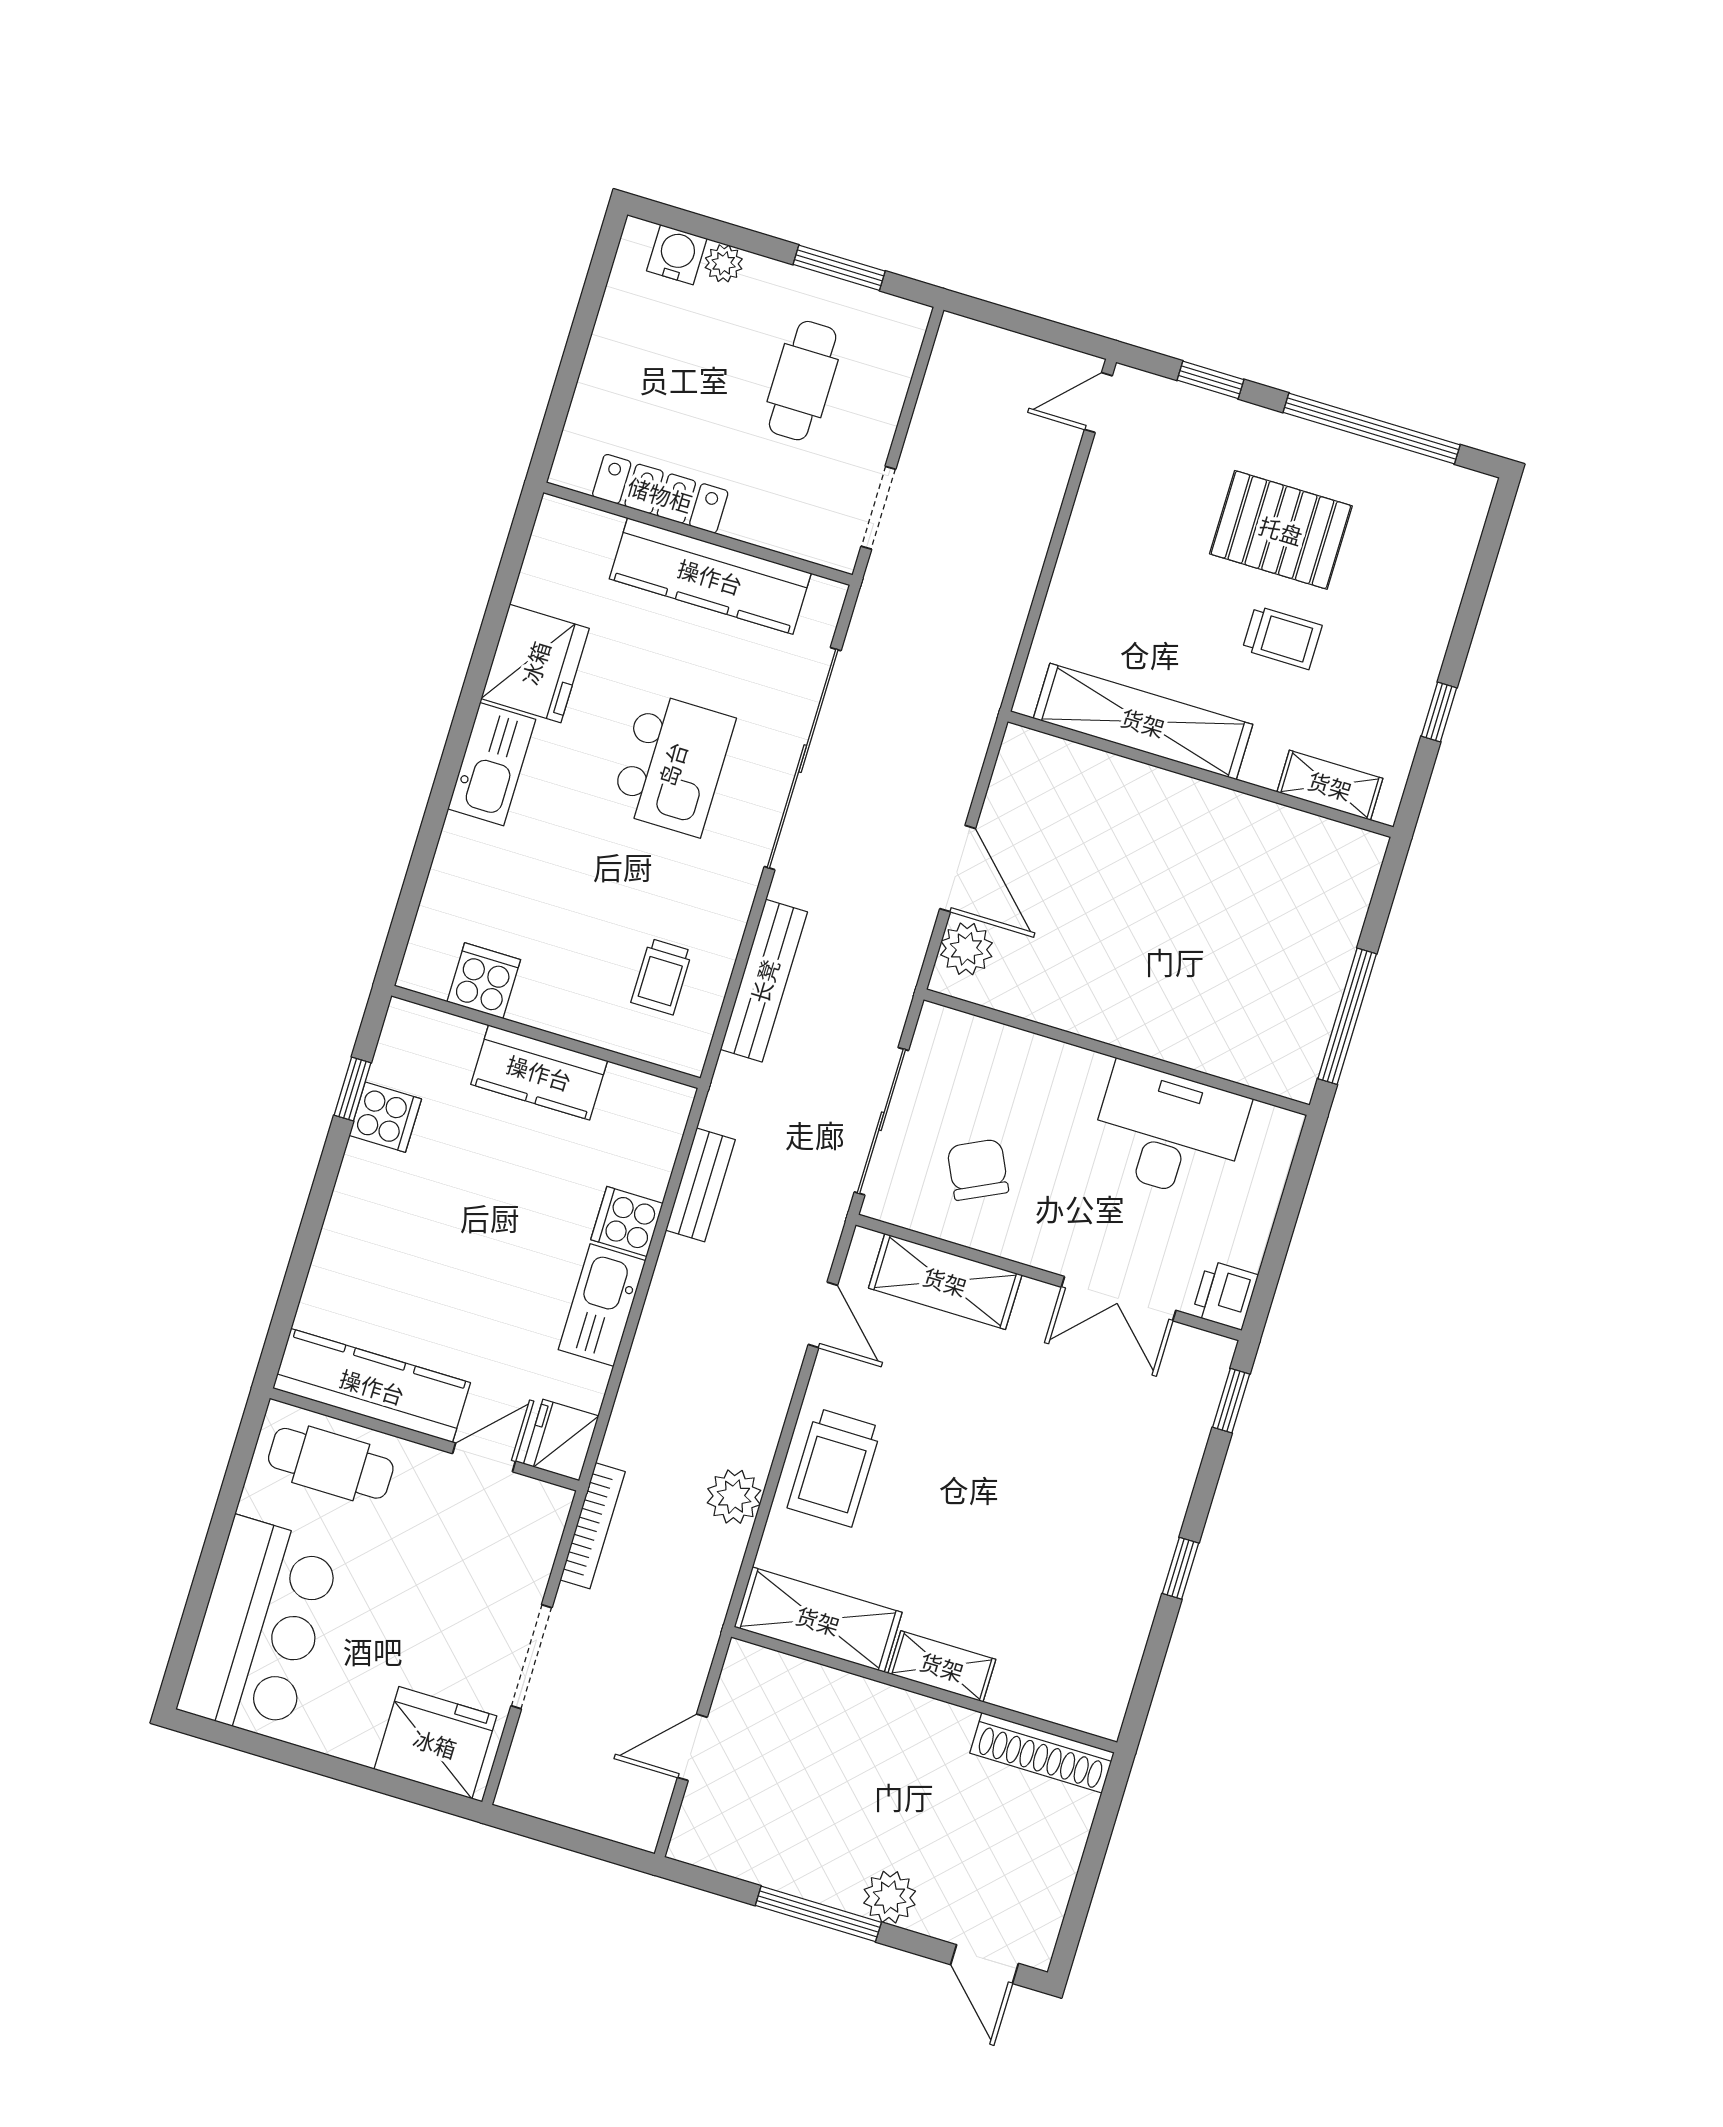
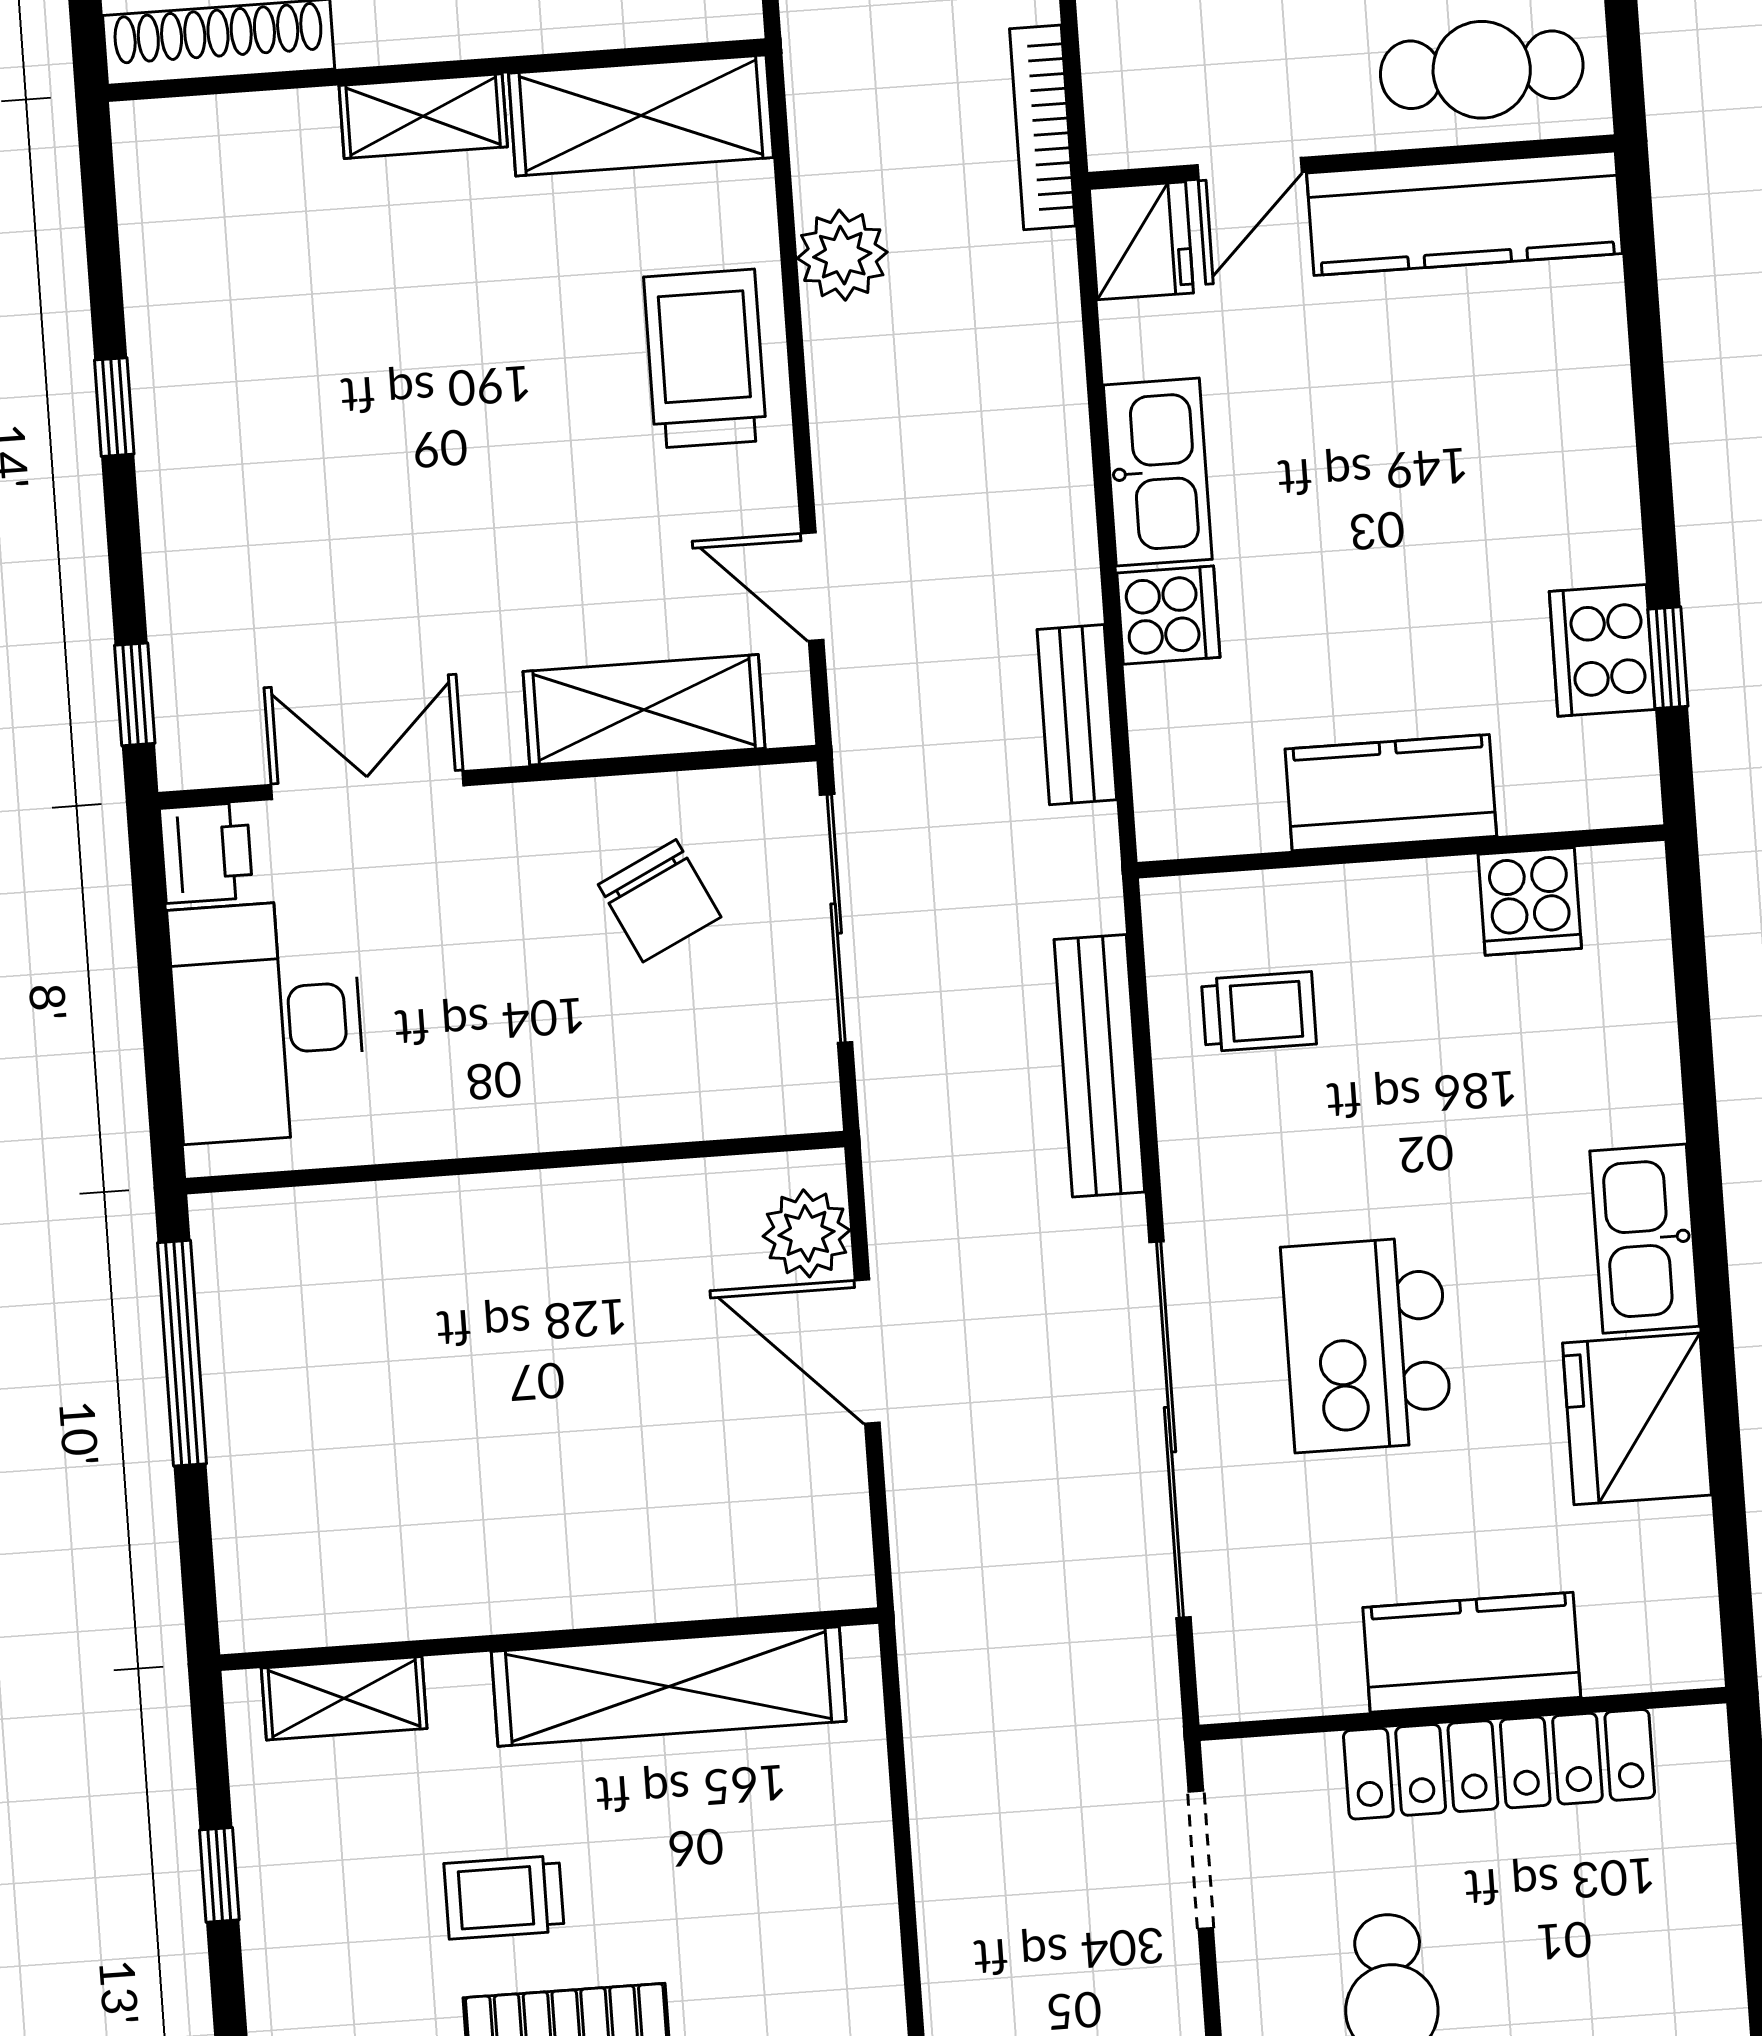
locker: (660, 494) -> (1499, 1764), width x1.41, depth x1.21
kitchen counter: (710, 576) -> (1472, 1652), width x0.67
trolley: (662, 977) -> (1259, 1012), turned 90
cooker: (385, 1117) -> (1602, 650), width x1.36
desk: (1169, 1132) -> (267, 1021), moved, turned 90

